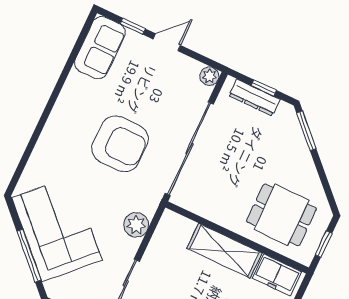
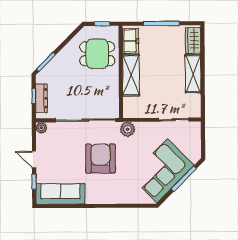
sofa: (100, 48) -> (60, 194), width x1.36
dining table: (282, 215) -> (97, 54), turned 90
plant: (136, 225) -> (127, 129), moved

